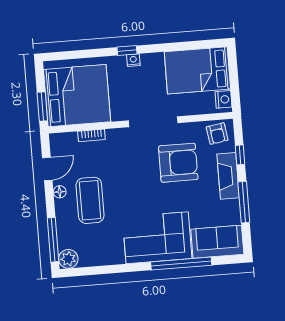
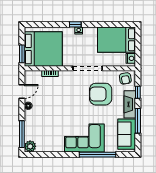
armchair: (178, 163) -> (101, 94), turned 180
coffee table: (90, 200) -> (46, 112), removed
sofa: (217, 242) -> (127, 134), moved, turned -90

